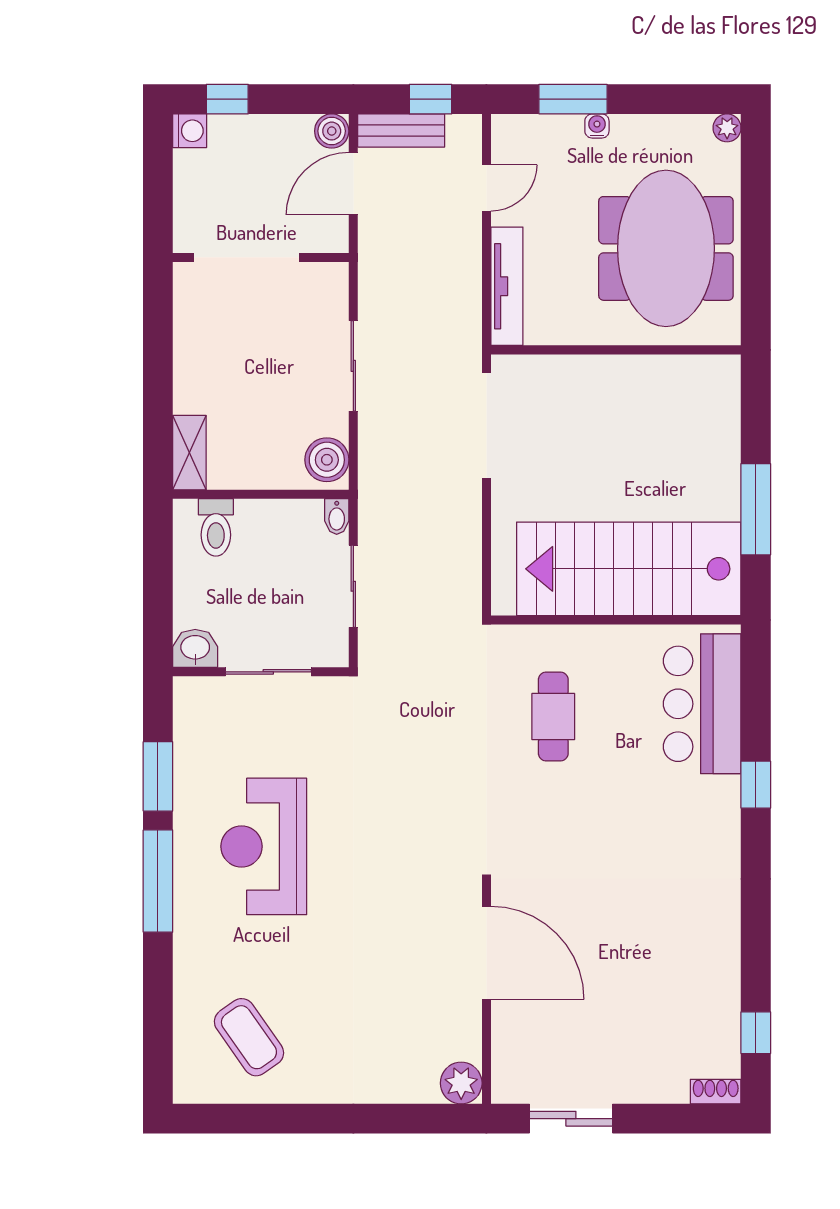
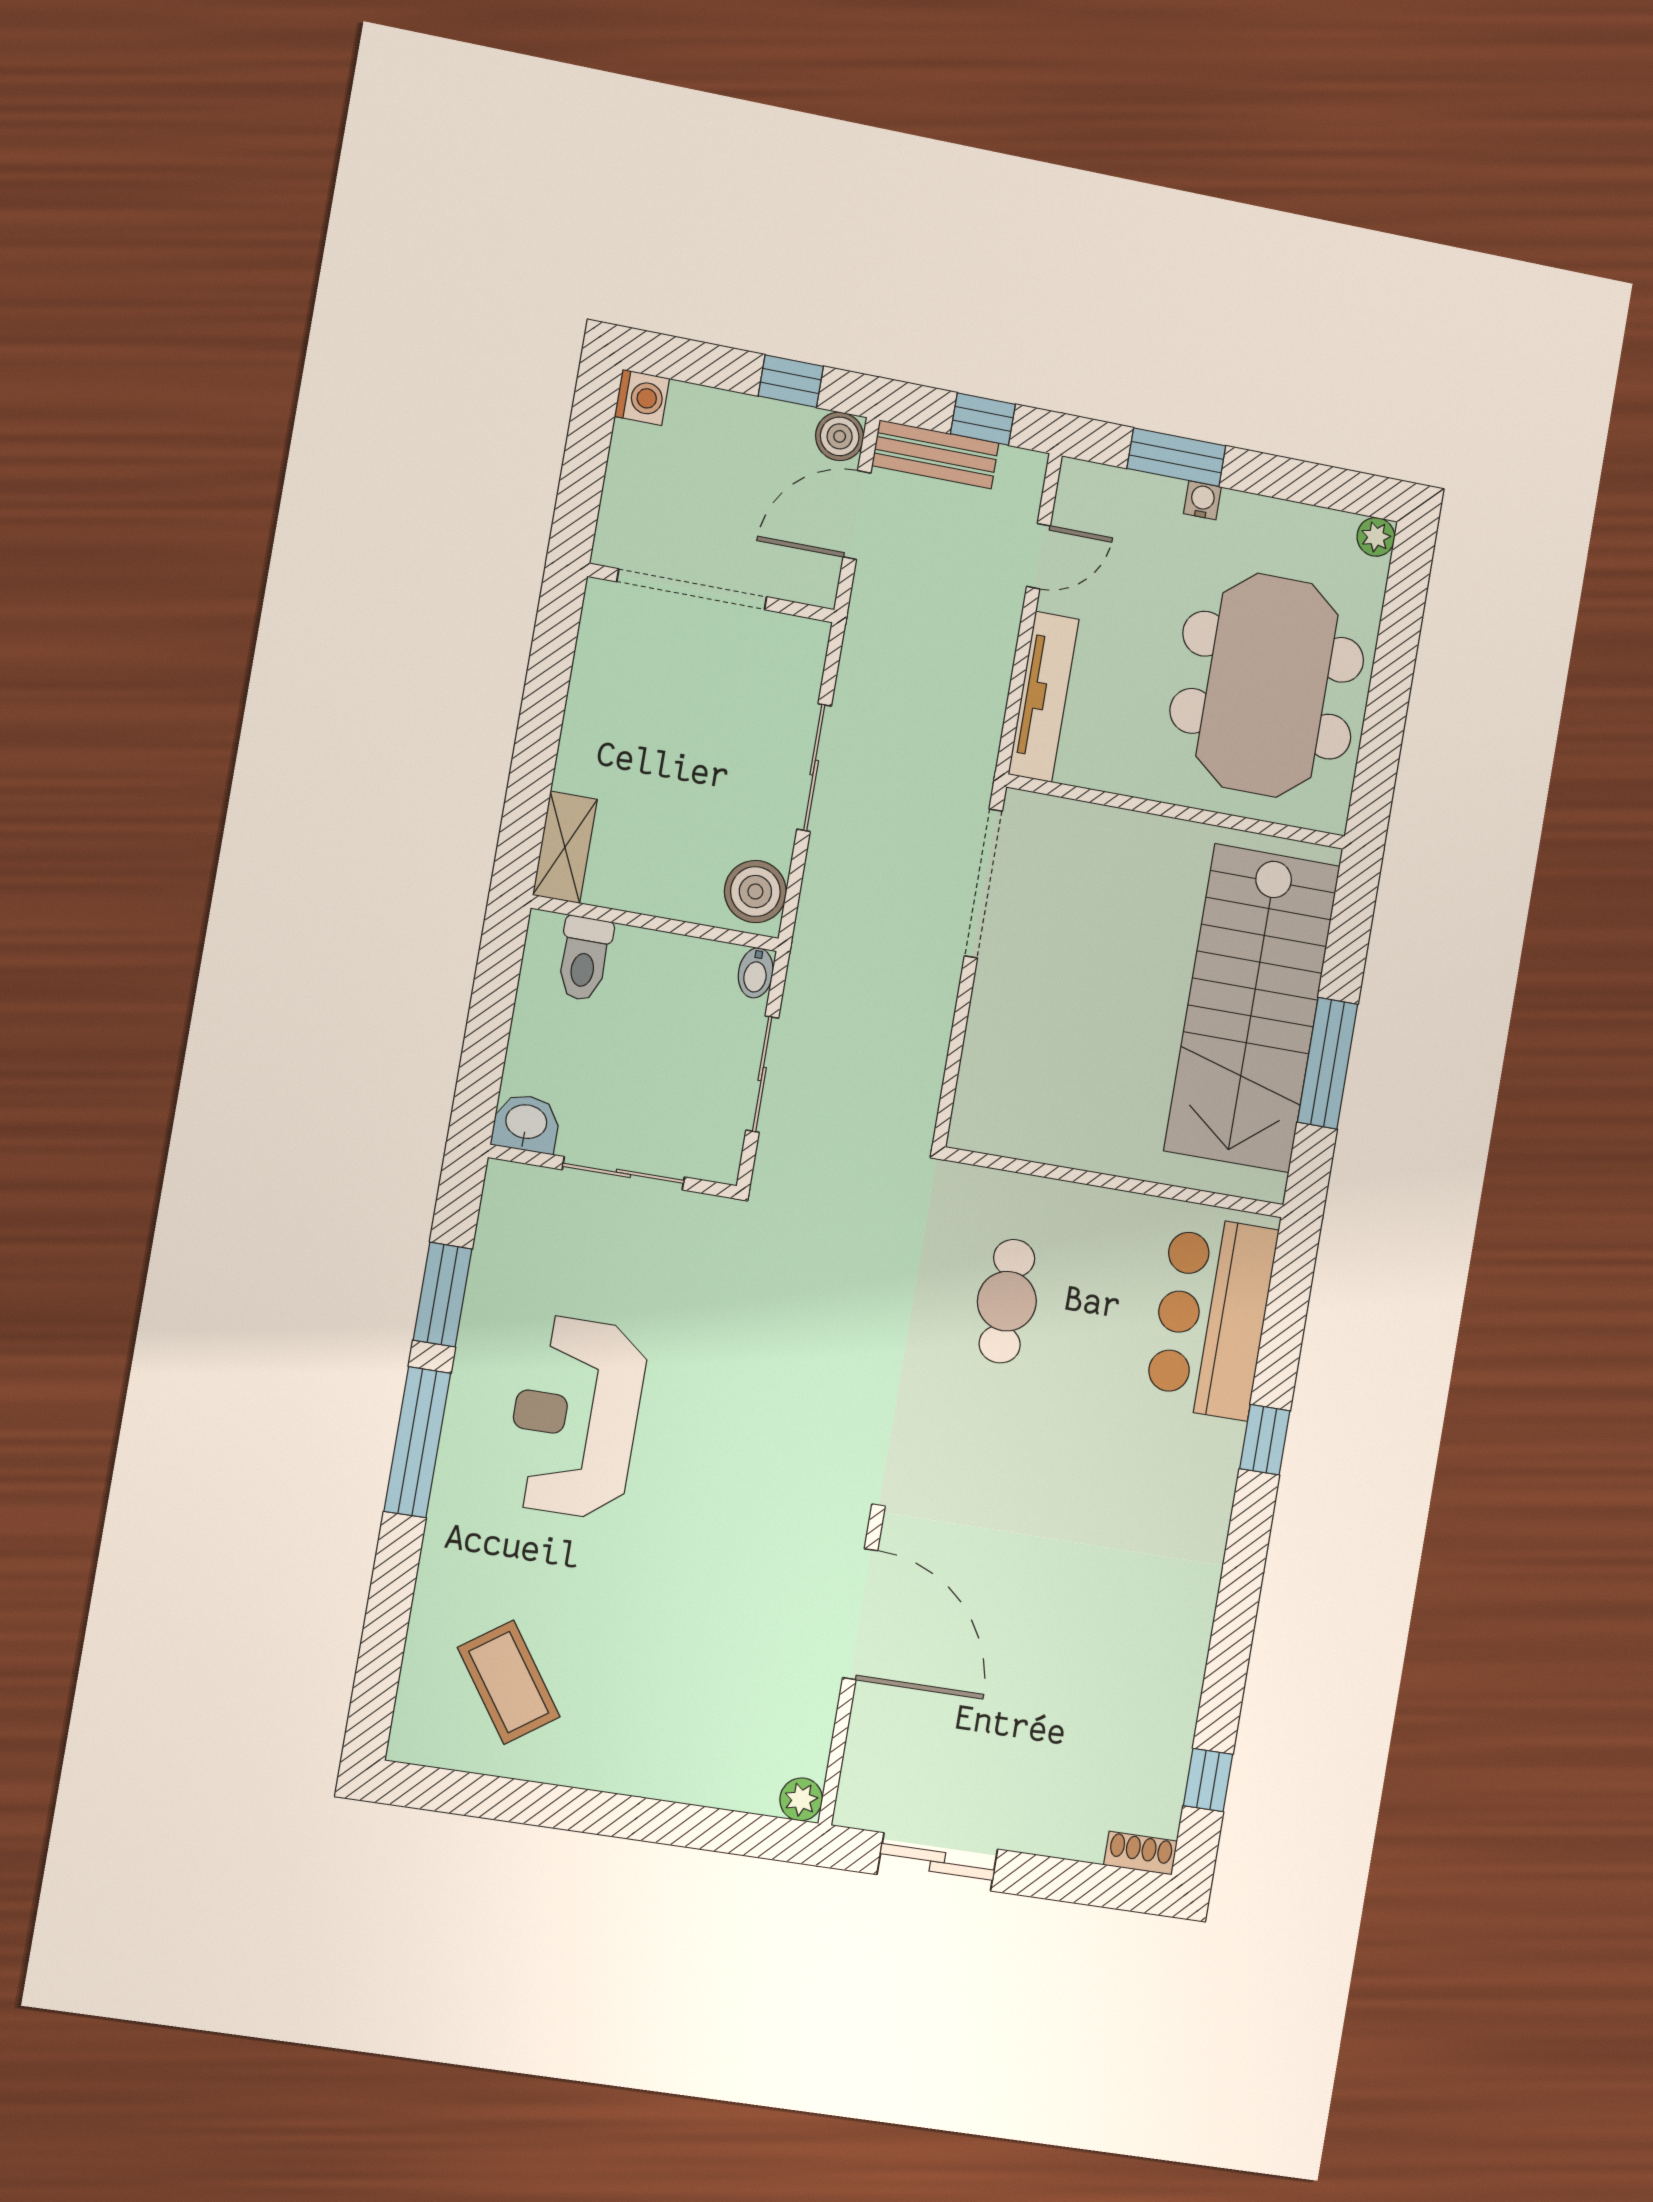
window: (227, 99) -> (791, 381), moved
stairs: (629, 569) -> (1252, 1008), moved, turned -90
plant: (461, 1083) -> (801, 1799), width x0.73, depth x0.73

